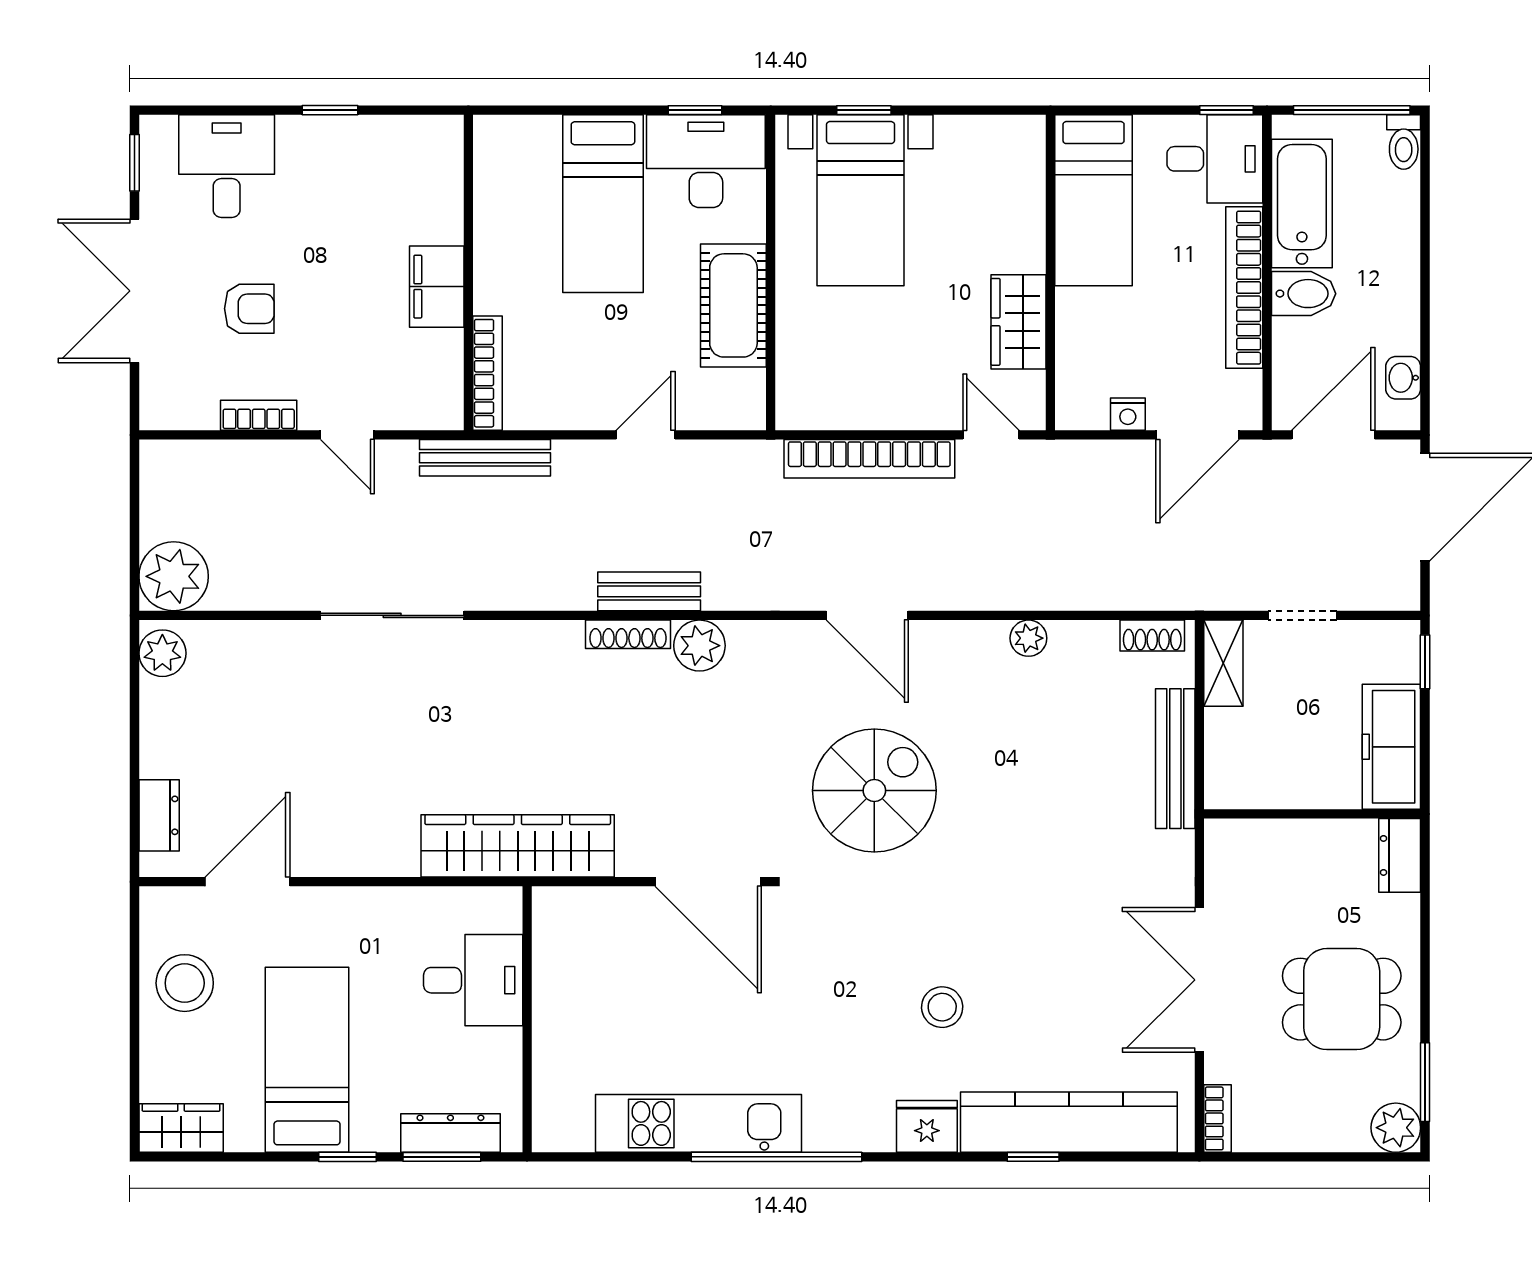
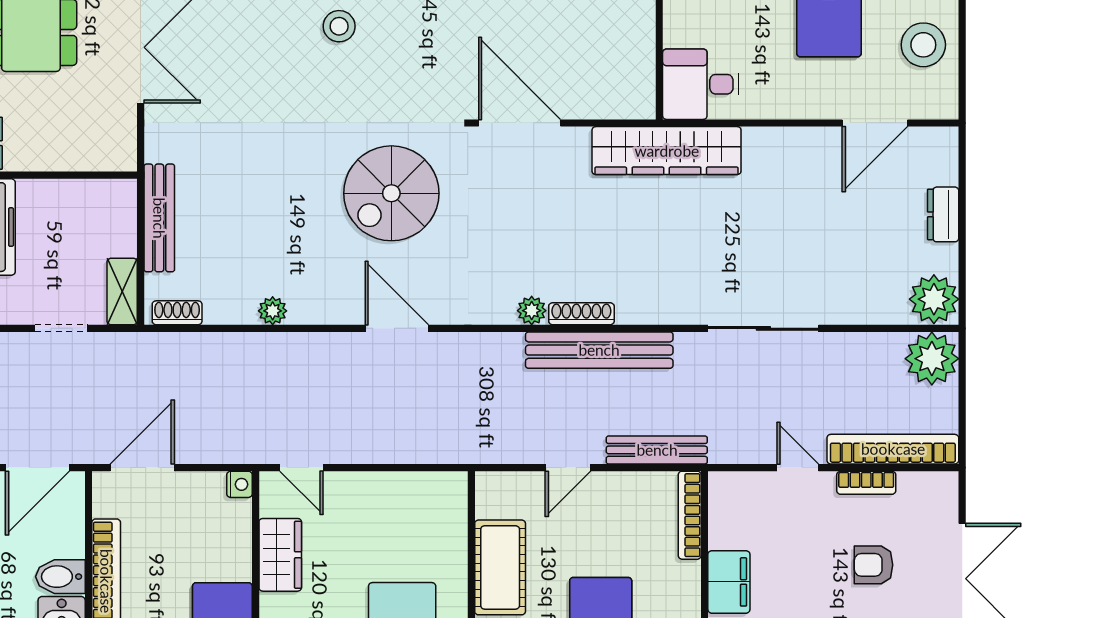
nightstand: (1128, 414) -> (239, 484), moved, turned 90
bench: (485, 458) -> (657, 450), moved
bookcase: (869, 459) -> (893, 449), moved
bench: (649, 591) -> (599, 350), width x1.86, depth x1.21
plant: (699, 646) -> (532, 311), width x0.73, depth x0.73
plant: (162, 653) -> (934, 299), width x1.36, depth x1.36
dresser: (159, 815) -> (943, 214), moved
desk: (473, 980) -> (701, 84), moved

